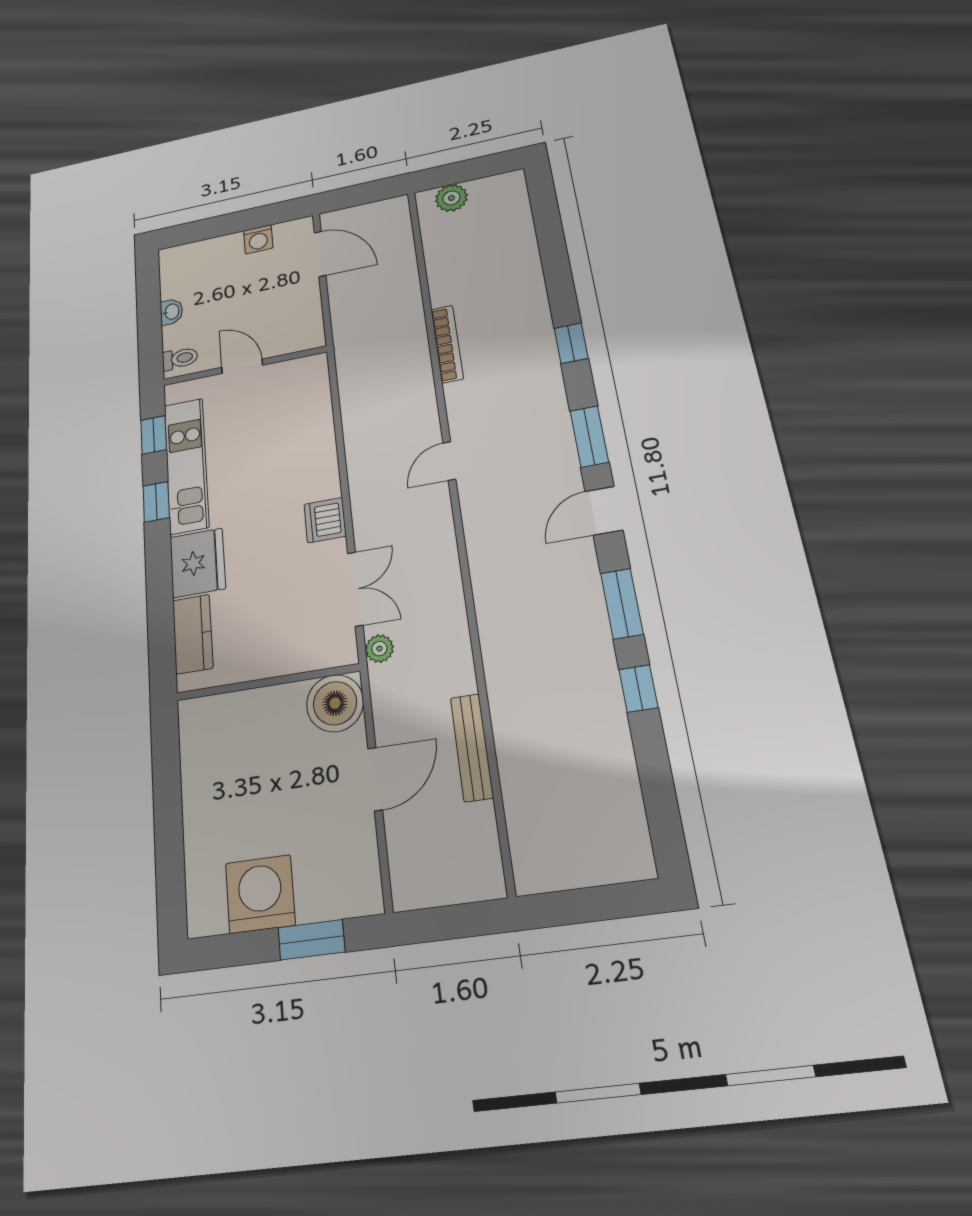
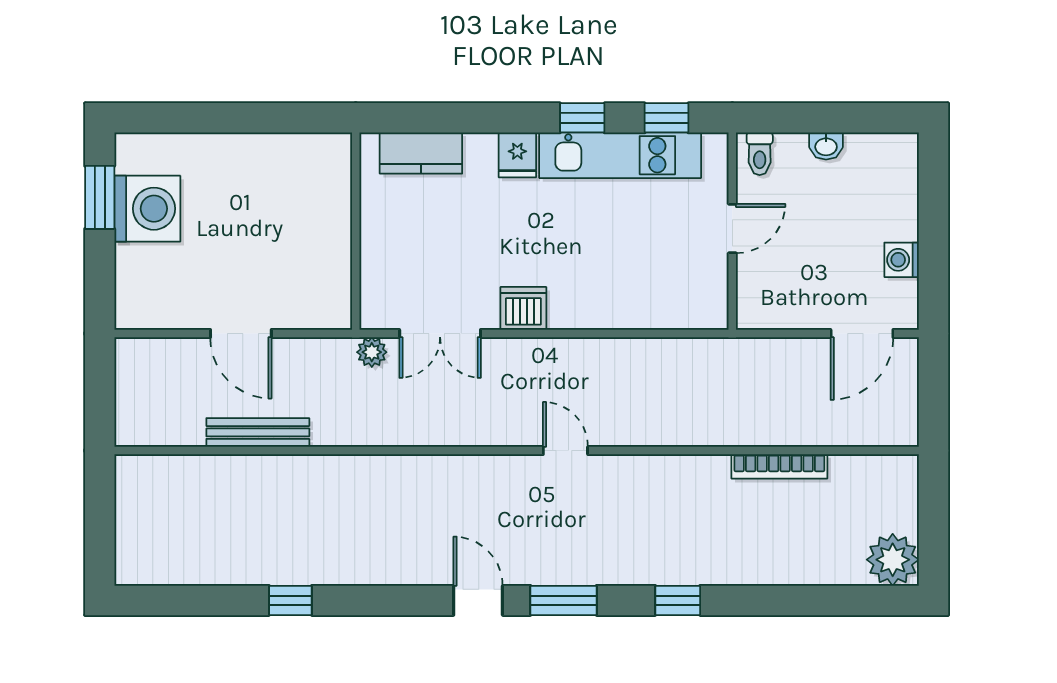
plant: (451, 198) -> (893, 560), moved, width x1.36, depth x1.36
bookcase: (447, 344) -> (779, 466), moved
fridge: (198, 563) -> (517, 155), width x0.53, depth x0.75
window: (622, 604) -> (377, 600), removed
boiler: (335, 703) -> (323, 300), removed
window: (311, 940) -> (100, 197), moved

